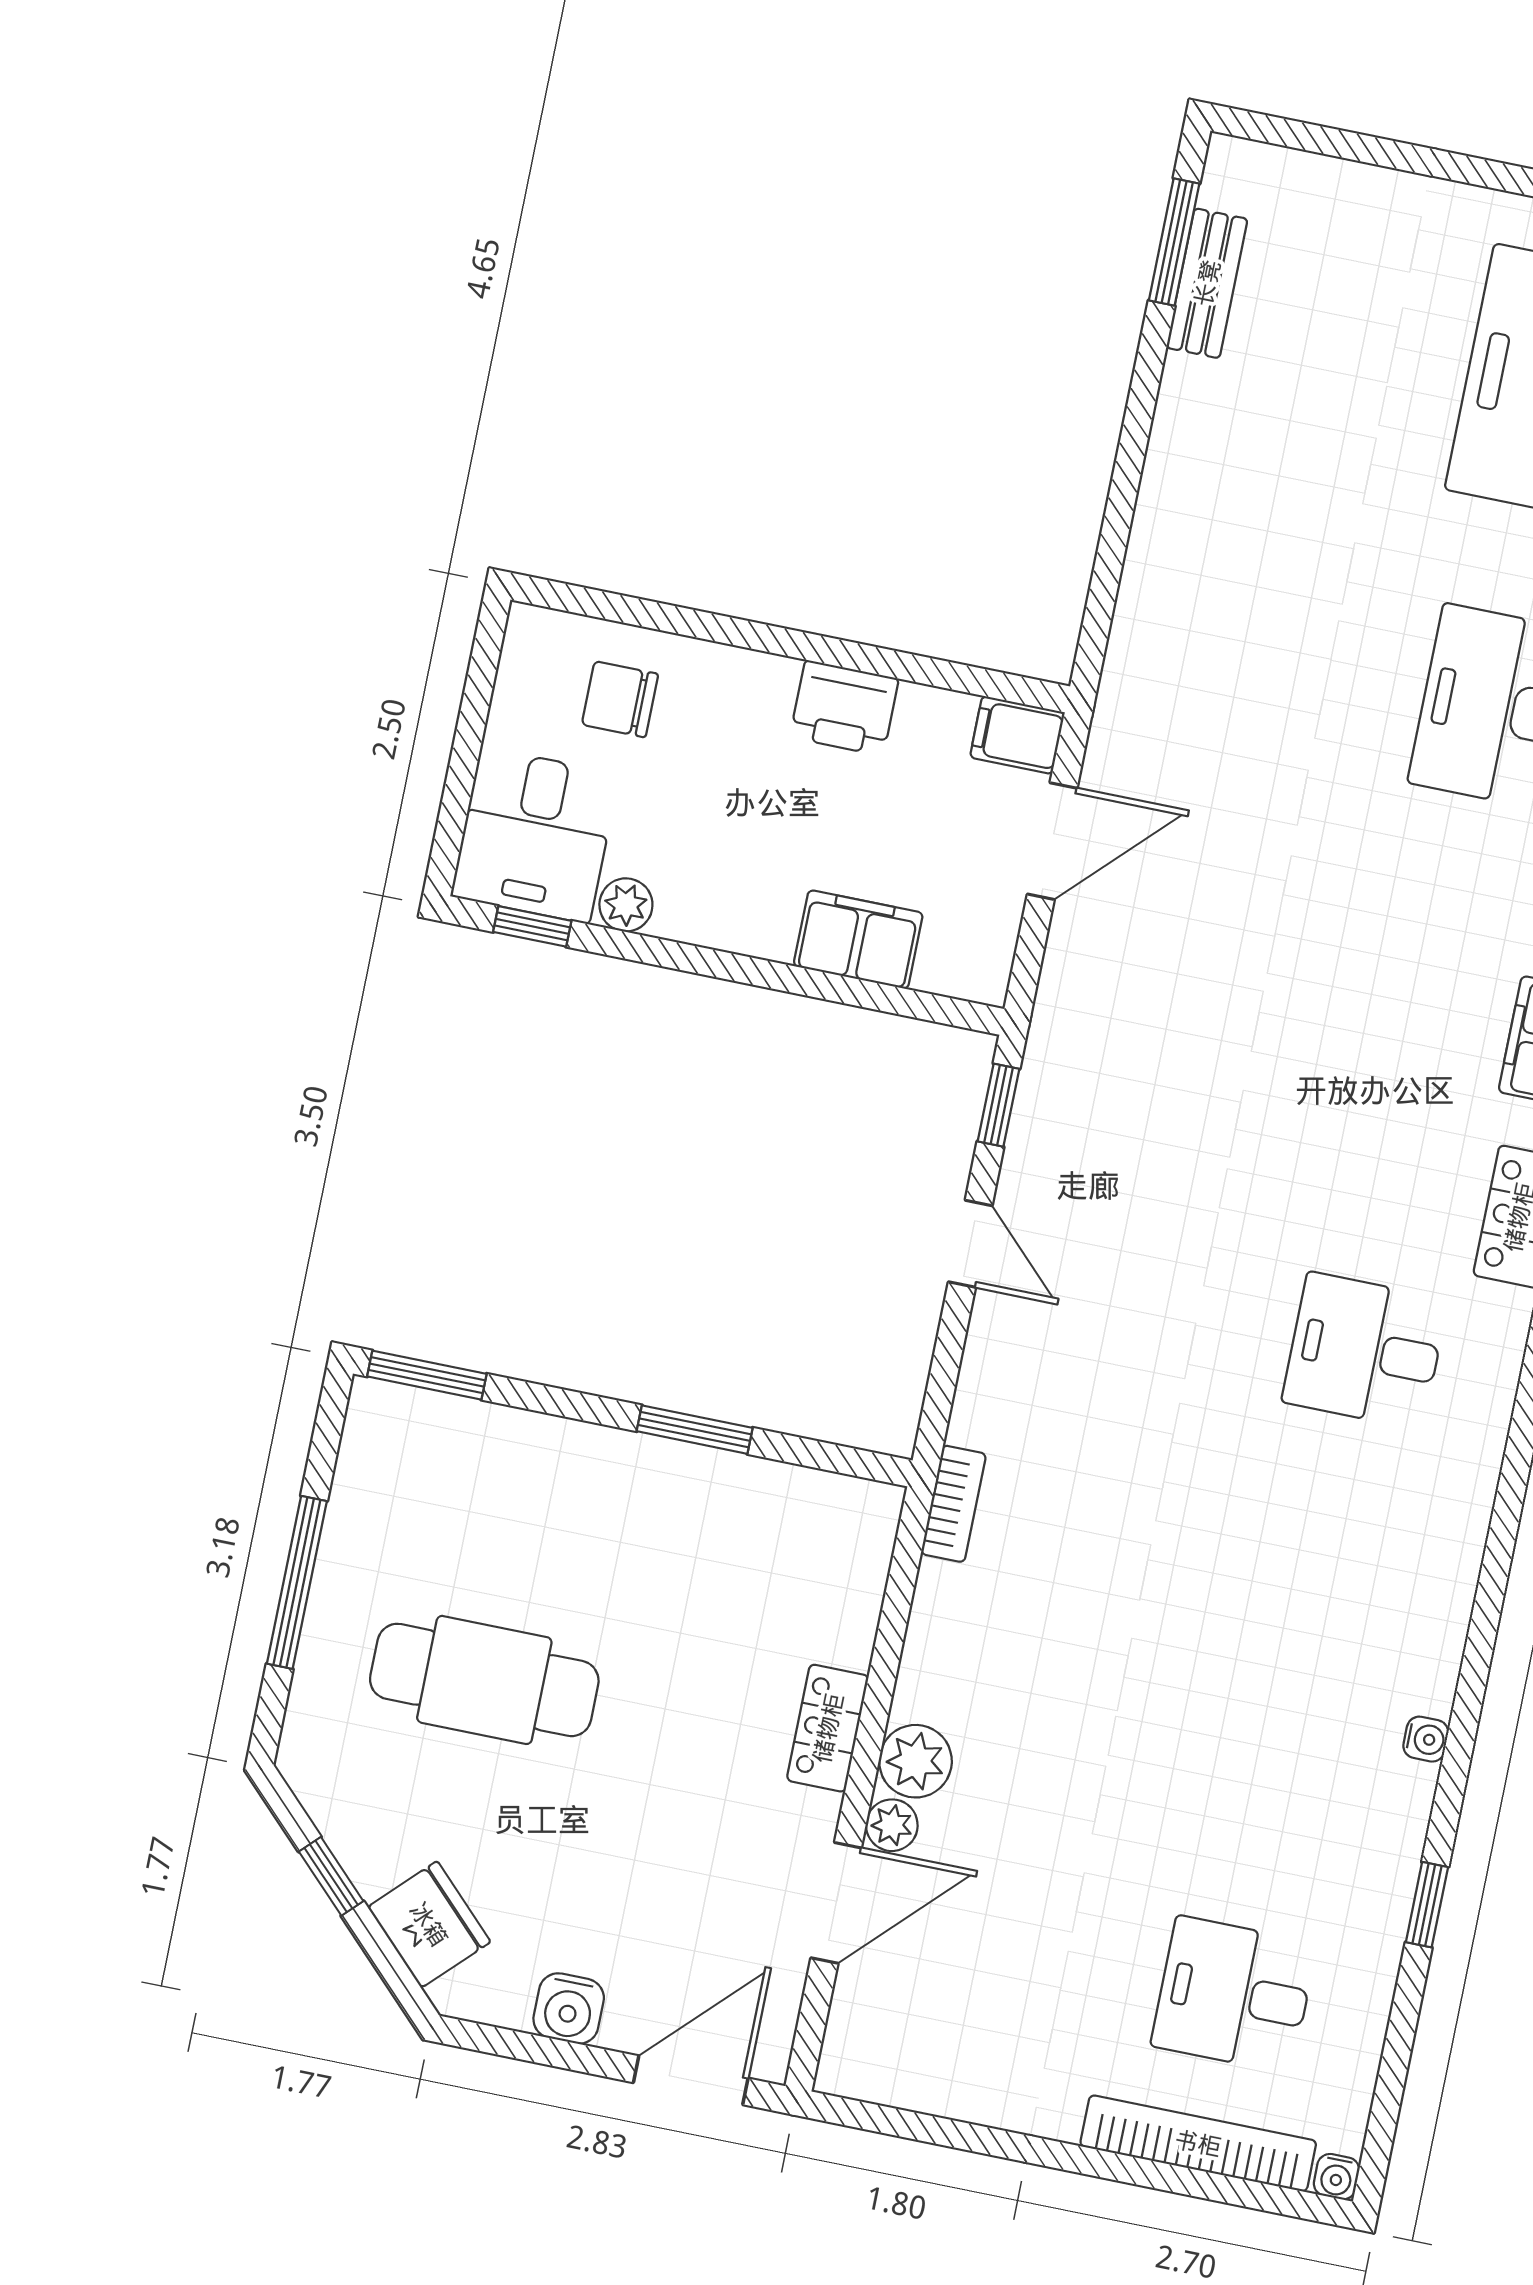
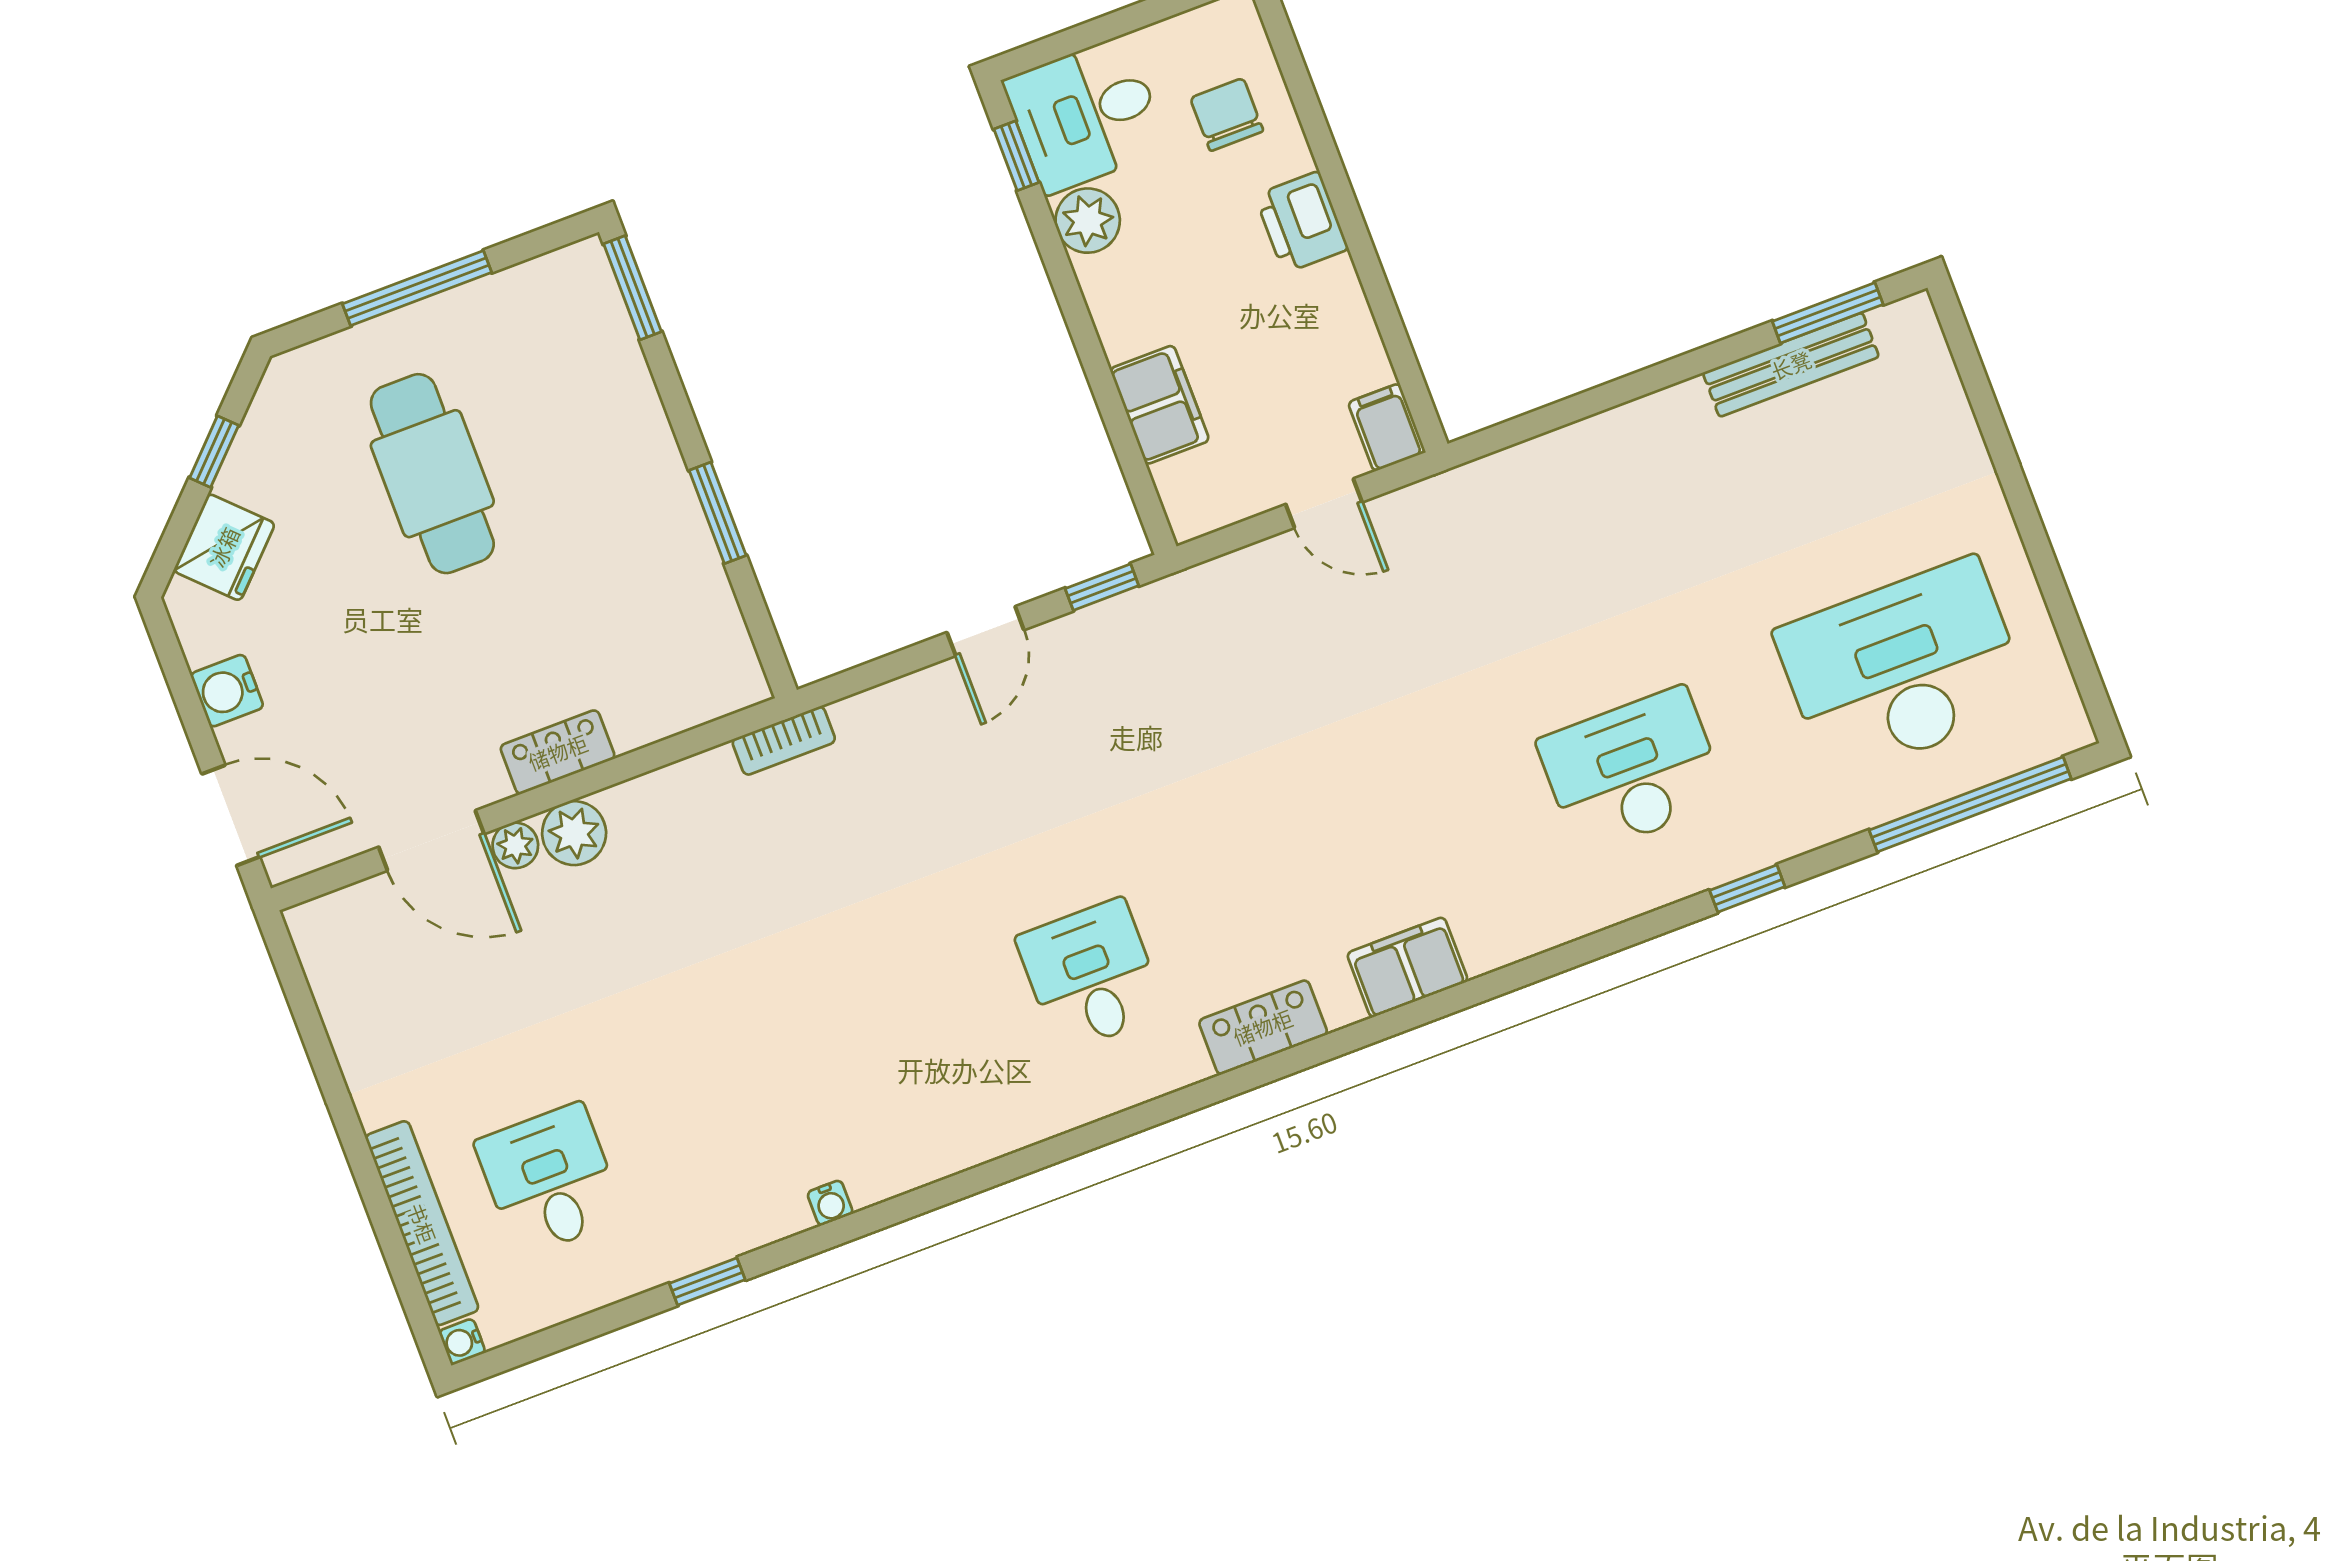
bench: (1207, 283) -> (1791, 365), width x1.36
printer: (844, 708) -> (1302, 222), moved
door: (1052, 841) -> (1324, 503), width x0.73
plant: (626, 905) -> (1088, 221), width x1.38, depth x1.38

